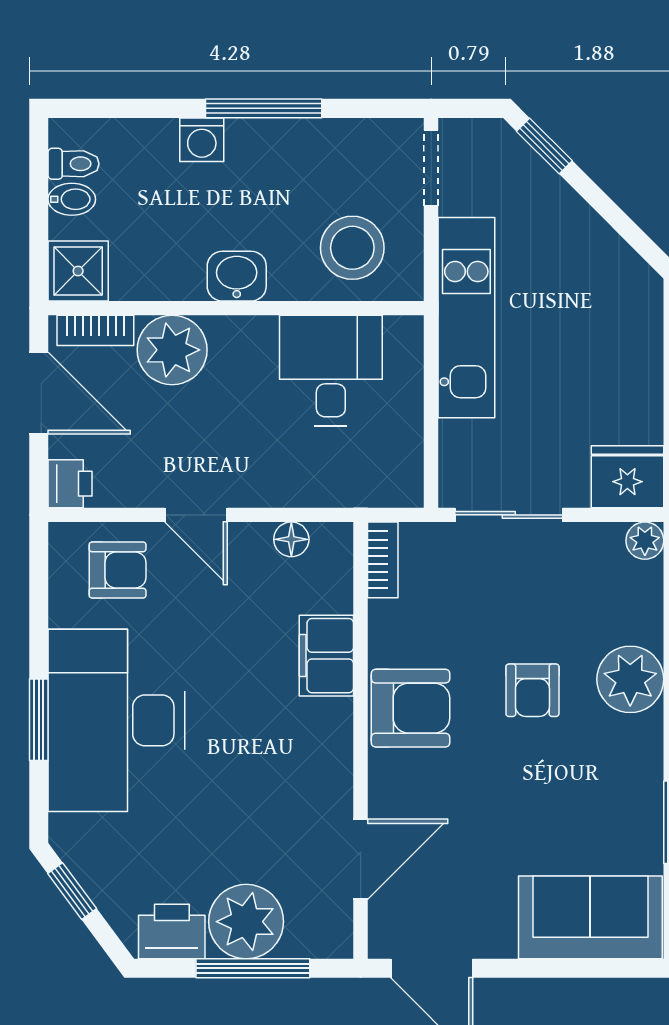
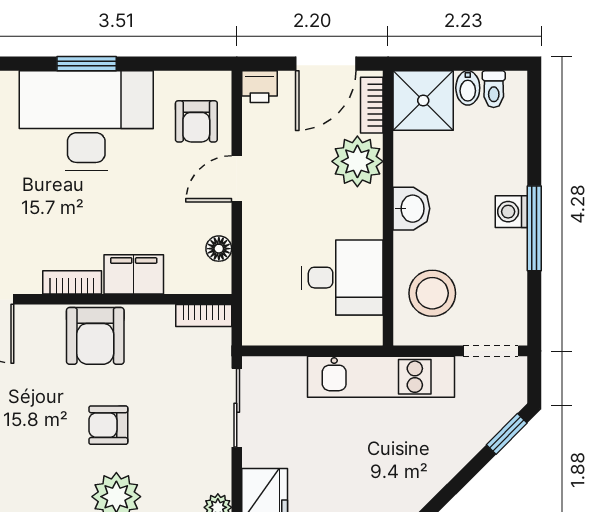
washing machine: (202, 140) -> (511, 212), moved
shower: (78, 271) -> (423, 100), width x1.36, depth x1.36
bookcase: (337, 740) -> (72, 282), added

